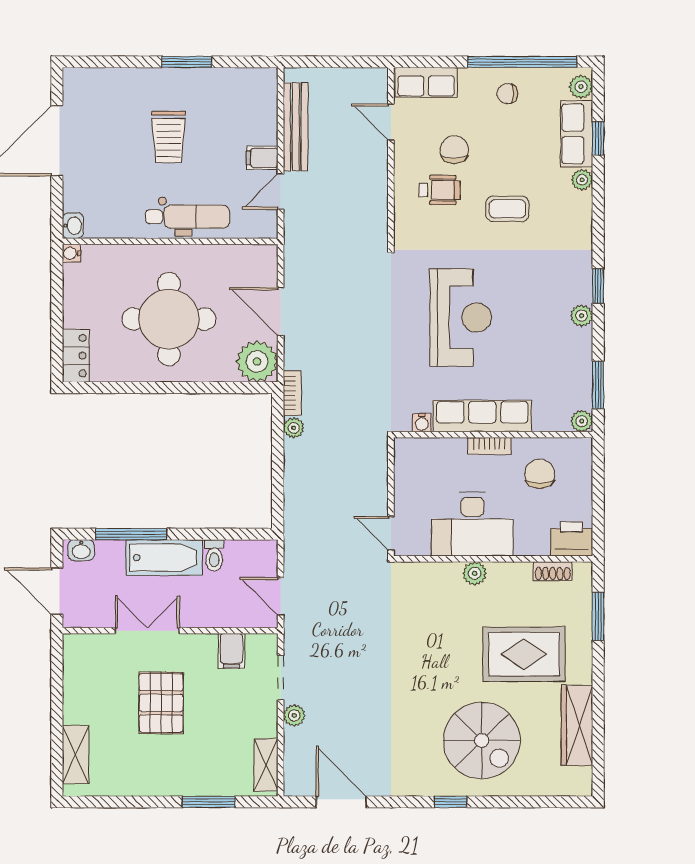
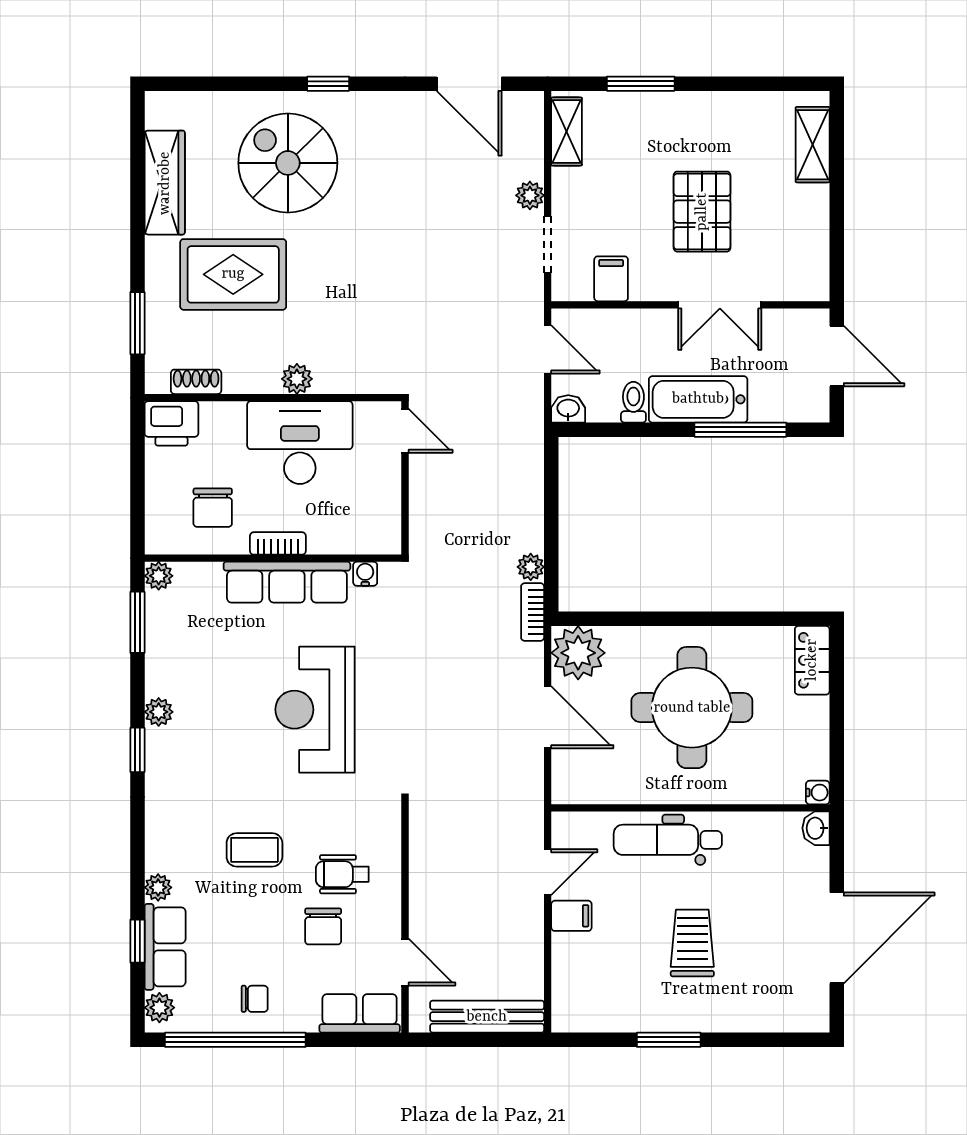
bench: (296, 127) -> (487, 1017), moved, turned 90
washbasin: (81, 550) -> (568, 409), moved

